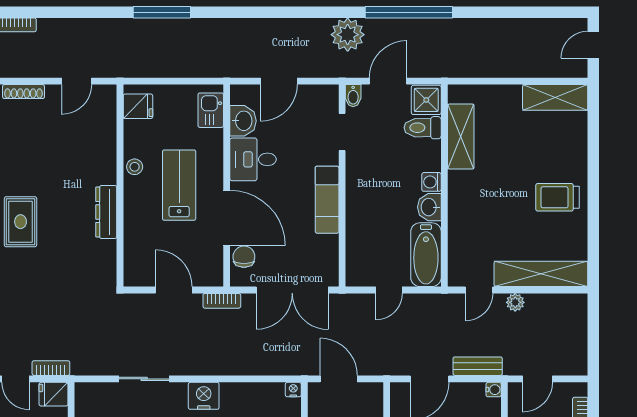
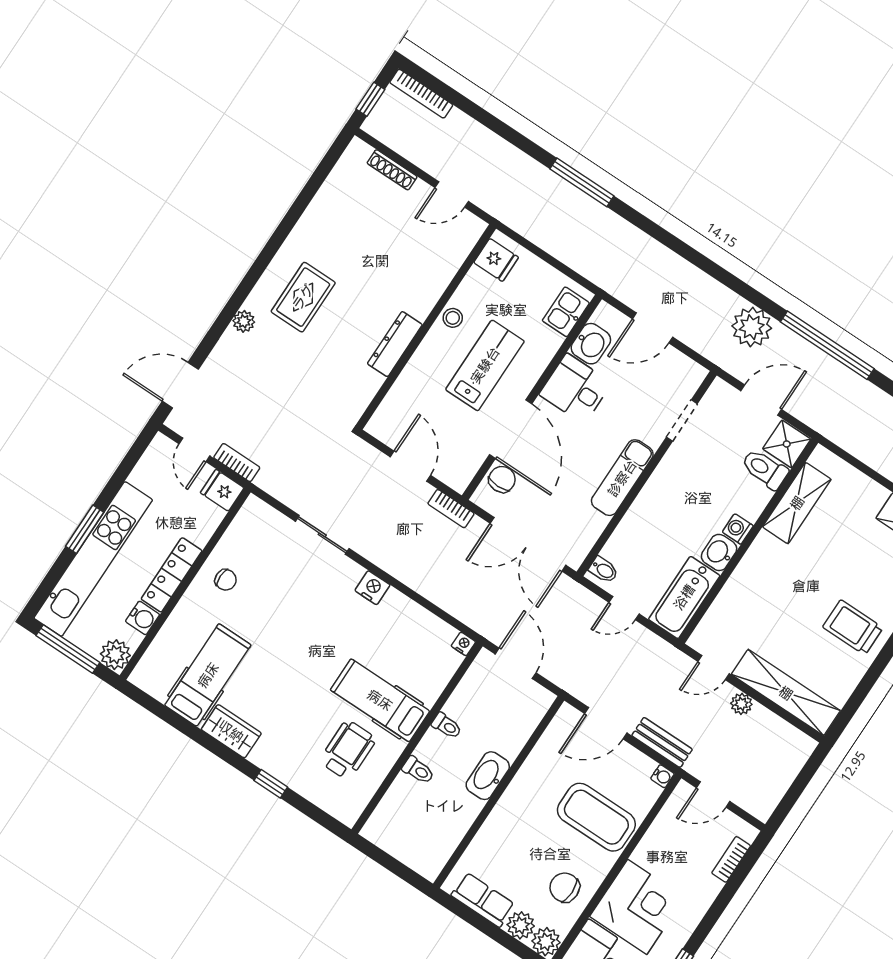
bidet: (353, 96) -> (603, 570), moved, turned -90
nightstand: (204, 396) -> (372, 588), width x0.74, depth x0.75

